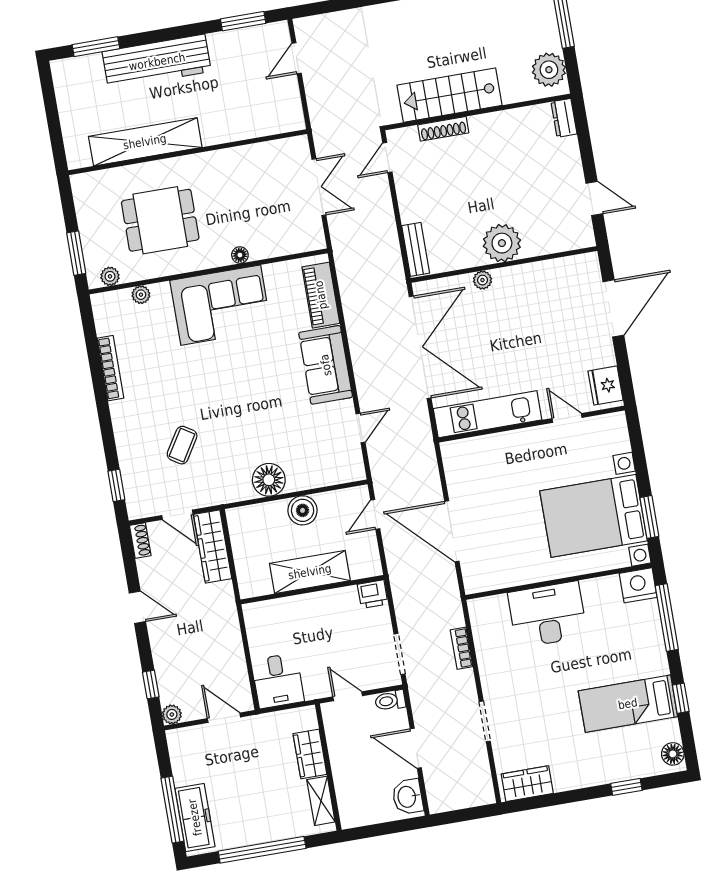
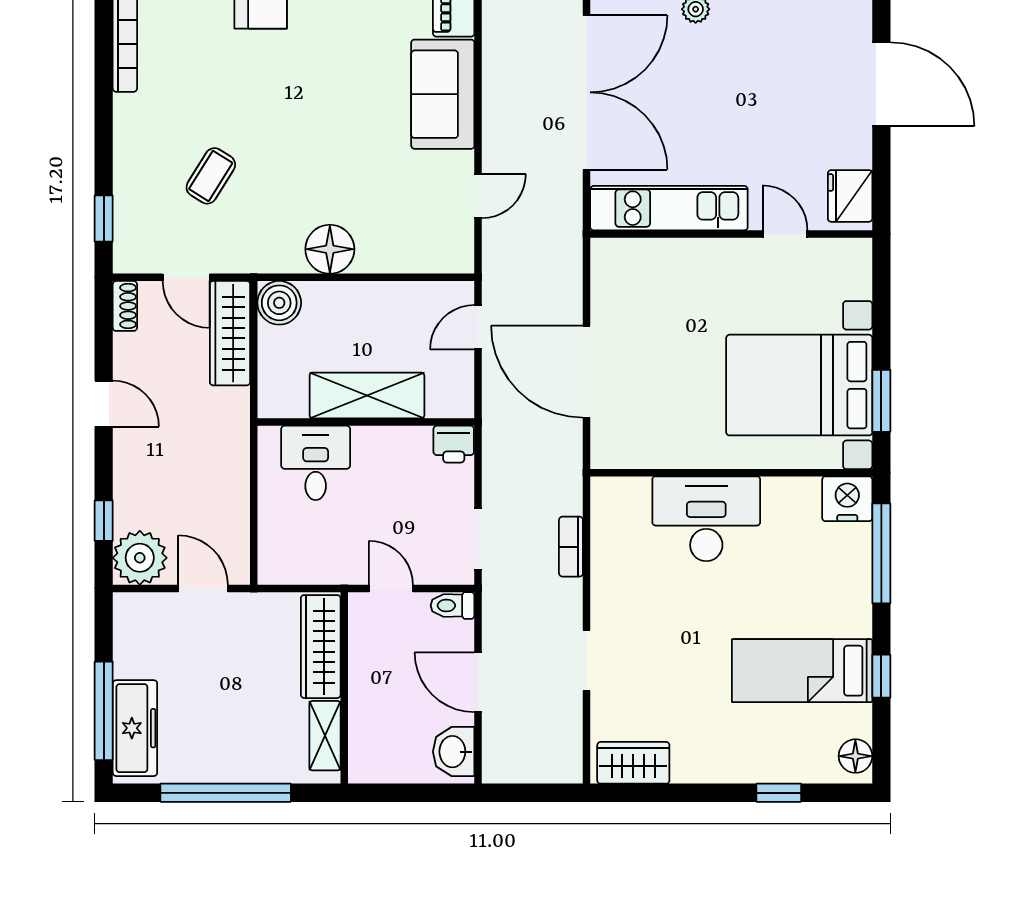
door: (613, 308) -> (881, 84), hinge flipped
boiler: (303, 510) -> (279, 303), moved
desk: (278, 681) -> (316, 463), moved, turned 180
plant: (172, 714) -> (140, 558), width x1.87, depth x1.87
wardrobe: (310, 754) -> (321, 647), width x1.50

